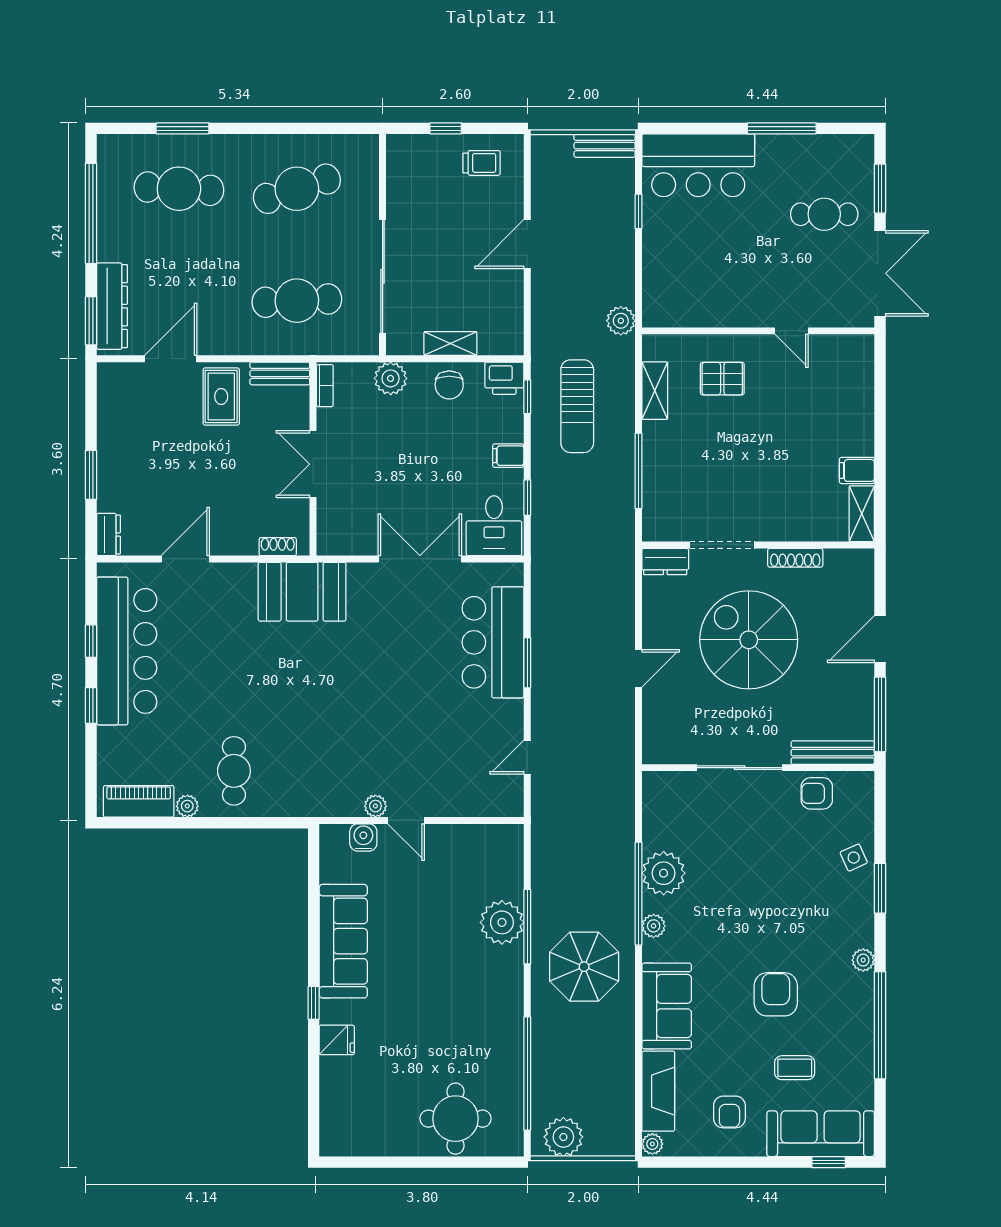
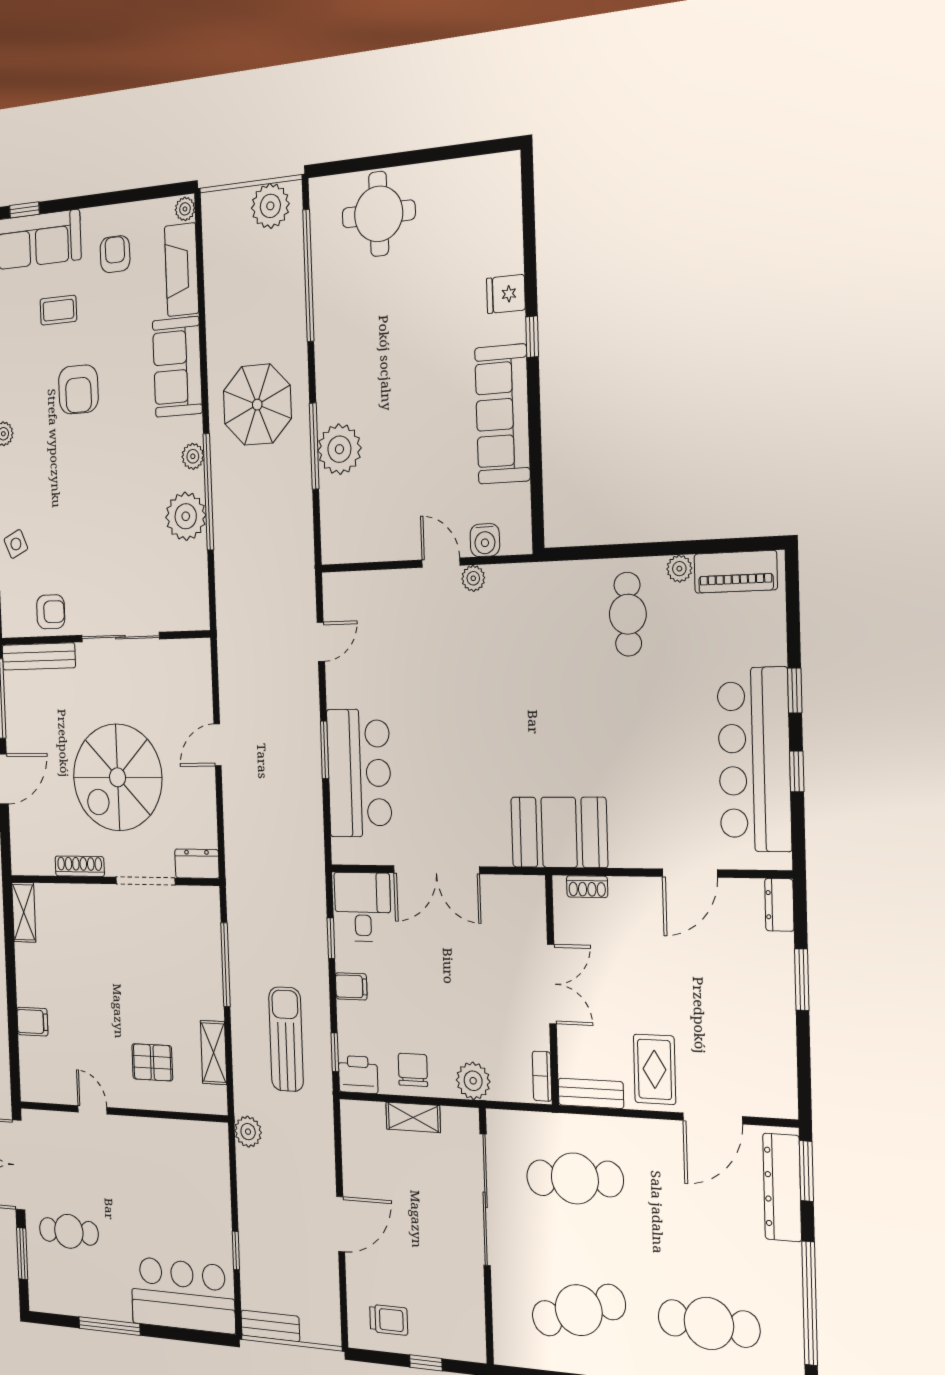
trolley: (482, 163) -> (389, 1320), turned 180
filing cabinet: (857, 470) -> (32, 1022), moved
spiral stairs: (749, 640) -> (118, 777), turned 90

